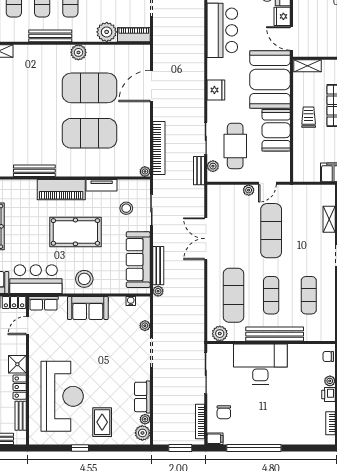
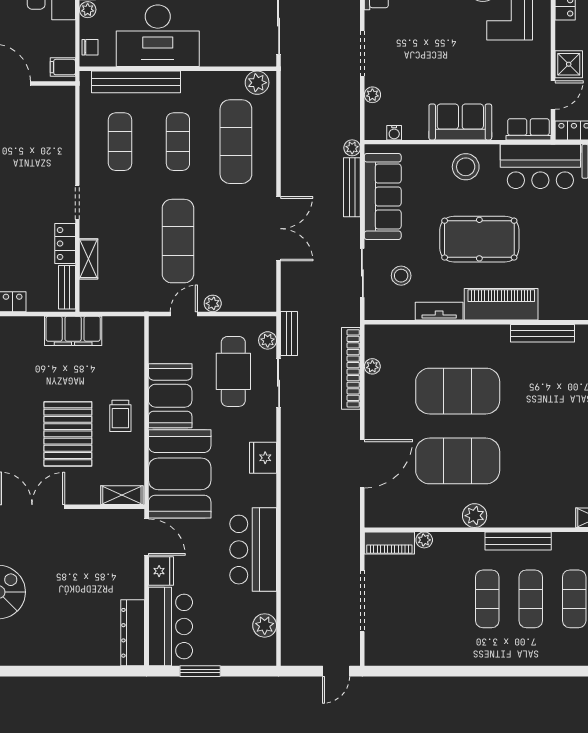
plant: (107, 32) -> (424, 540), width x0.53, depth x0.53
plant: (145, 171) -> (372, 366), moved
bench: (275, 334) -> (136, 82), moved
shower: (17, 364) -> (569, 64), moved
desk: (260, 364) -> (158, 36), moved

